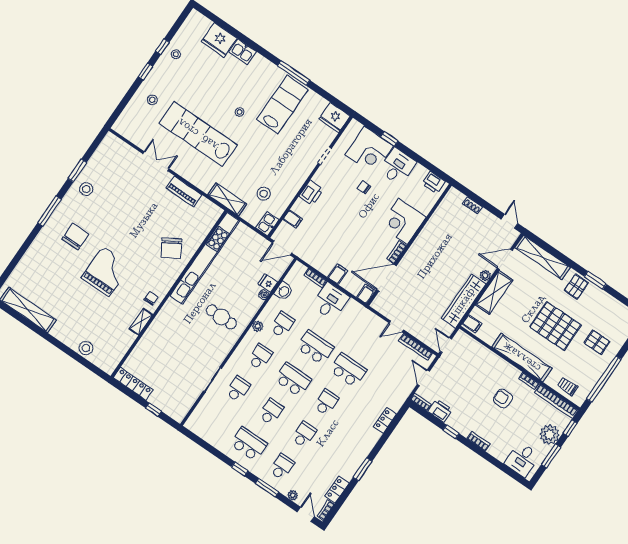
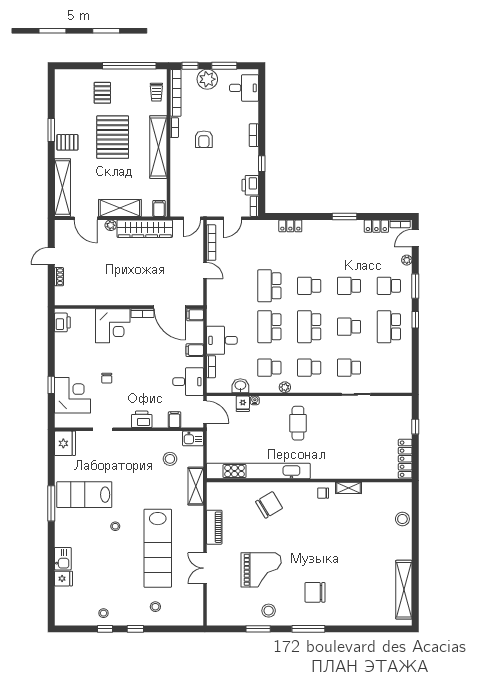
fridge: (219, 40) -> (63, 579), width x0.53, depth x0.75
desk: (397, 166) -> (188, 382), moved, turned 180
door: (509, 221) -> (51, 256), moved
grand piano: (106, 272) -> (261, 570), moved, turned 180

